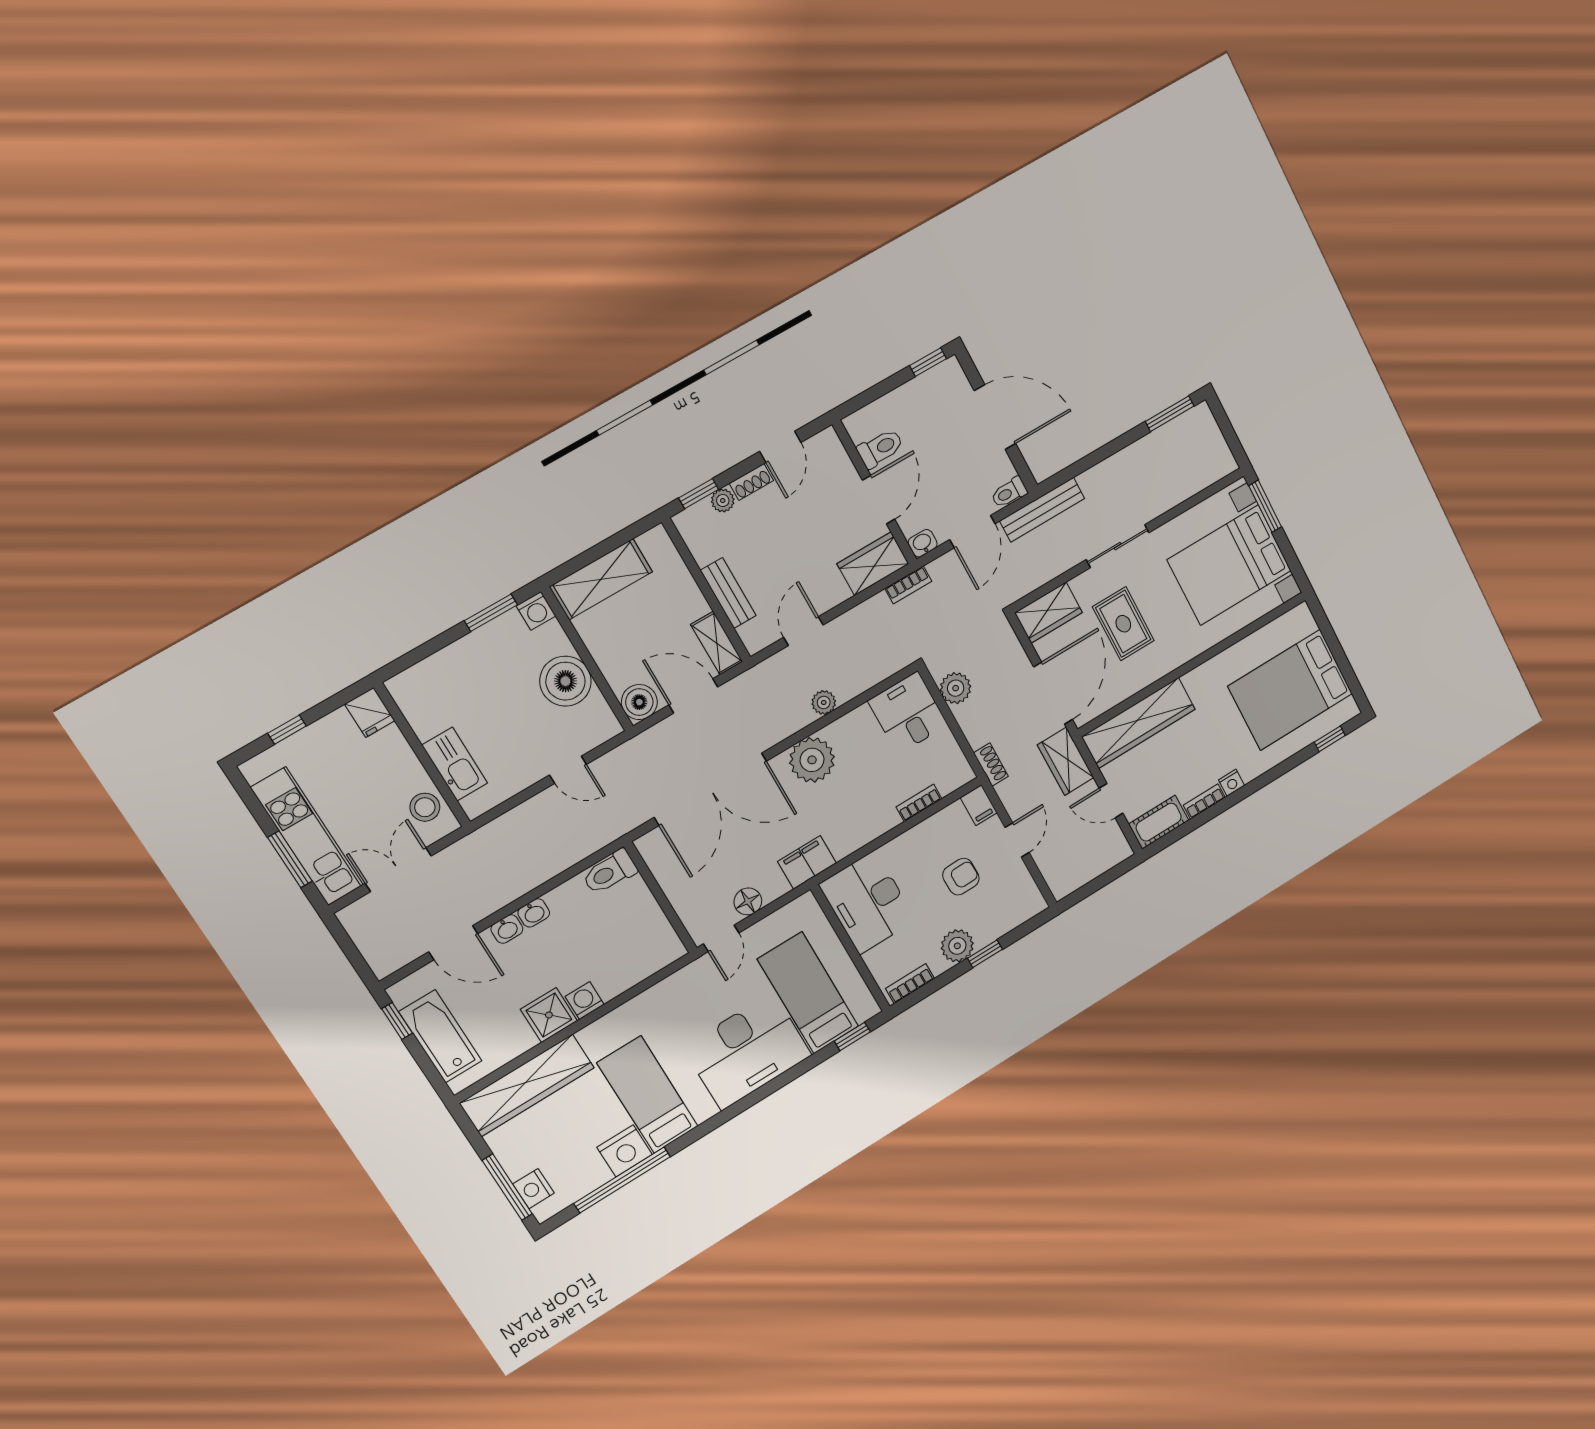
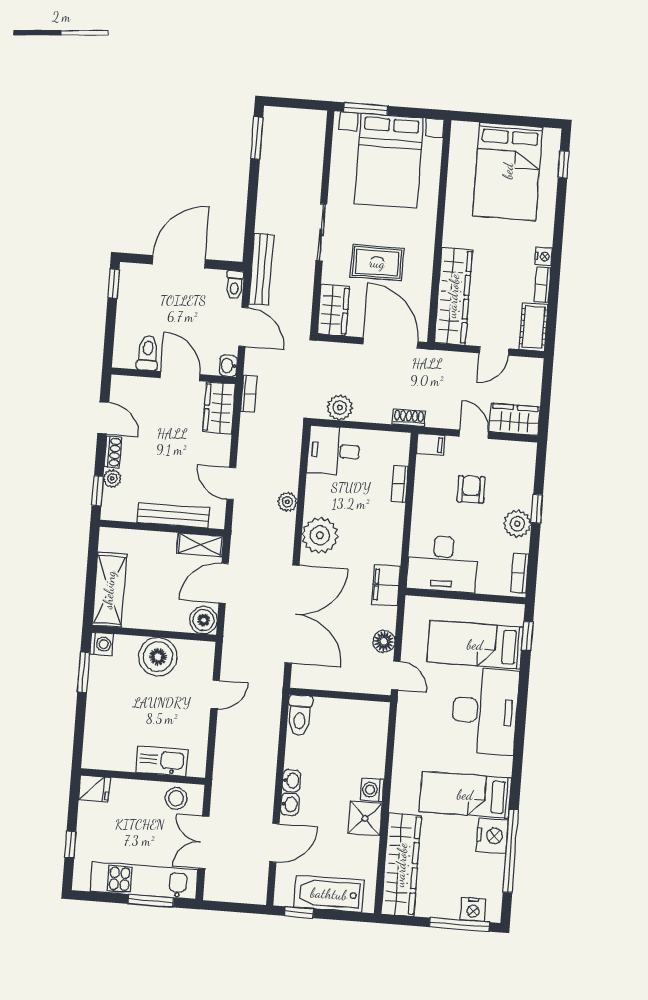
bench: (728, 593) -> (173, 515), width x1.36
wardrobe: (1066, 761) -> (515, 419), moved, turned 180

